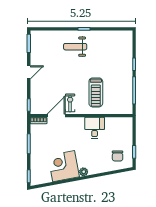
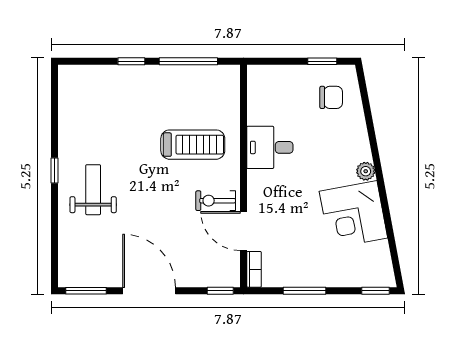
weight bench: (75, 47) -> (93, 190), turned 180
door: (29, 72) -> (149, 291), width x1.88

